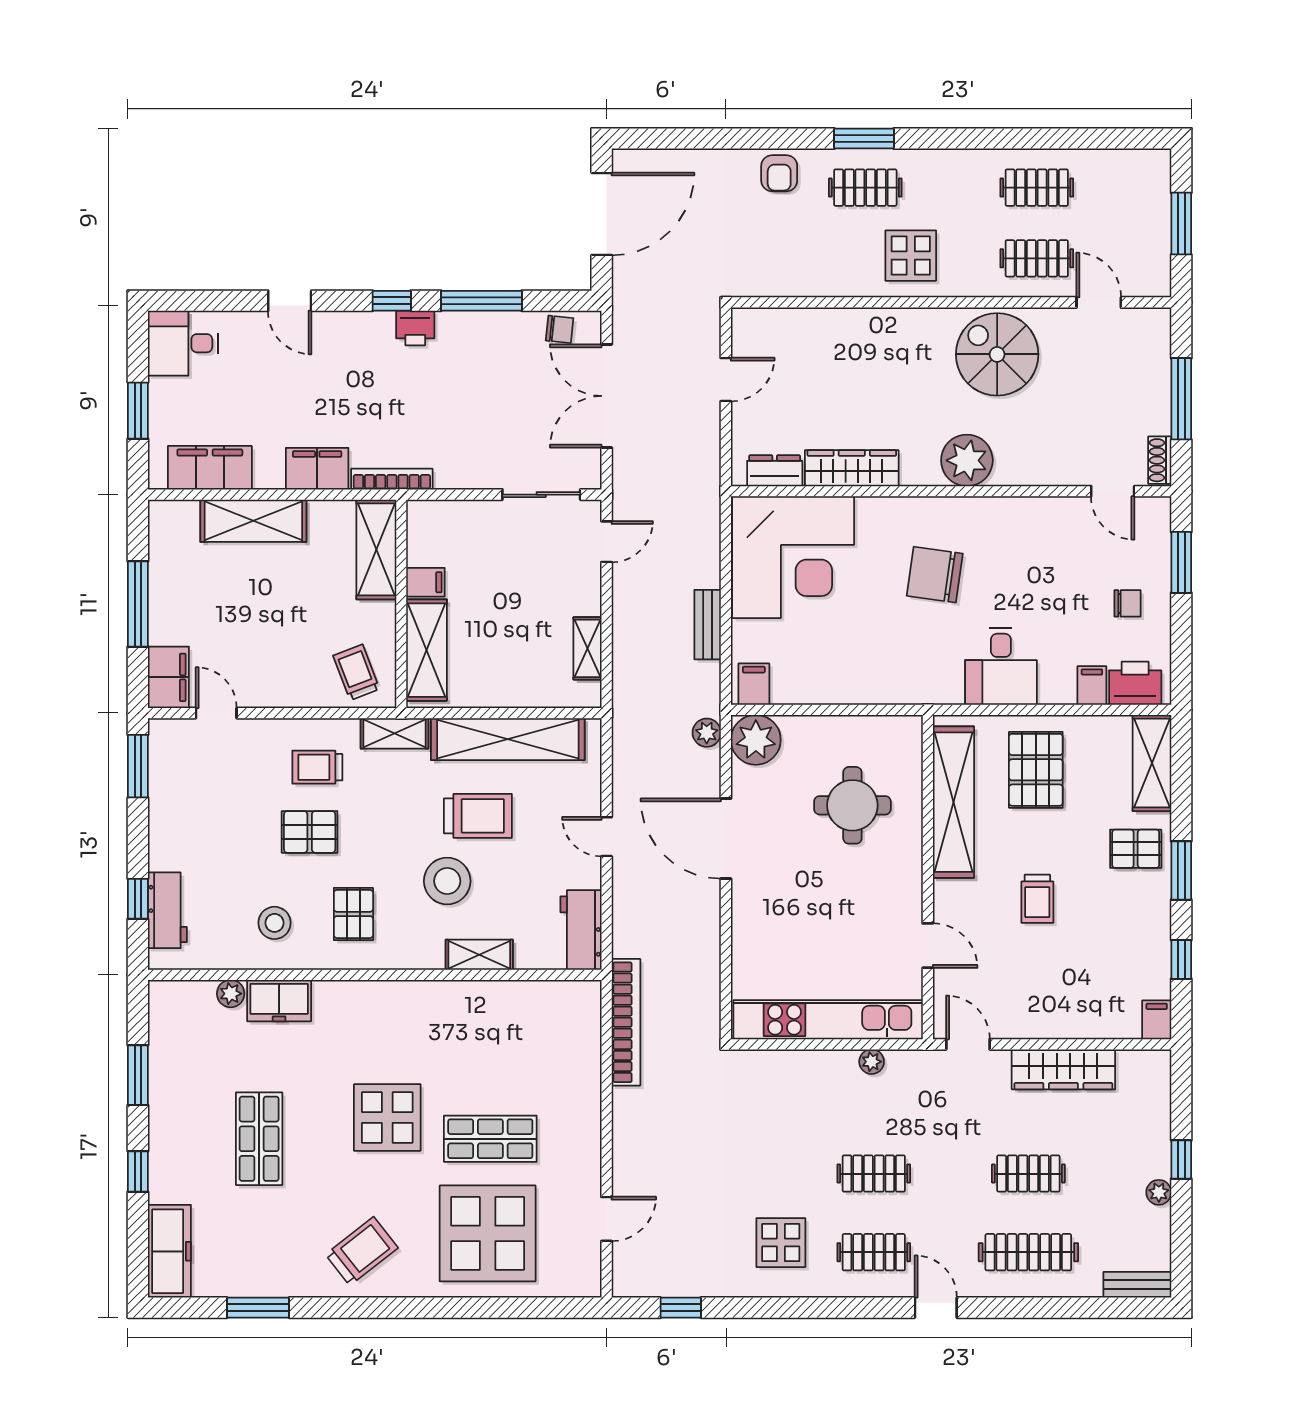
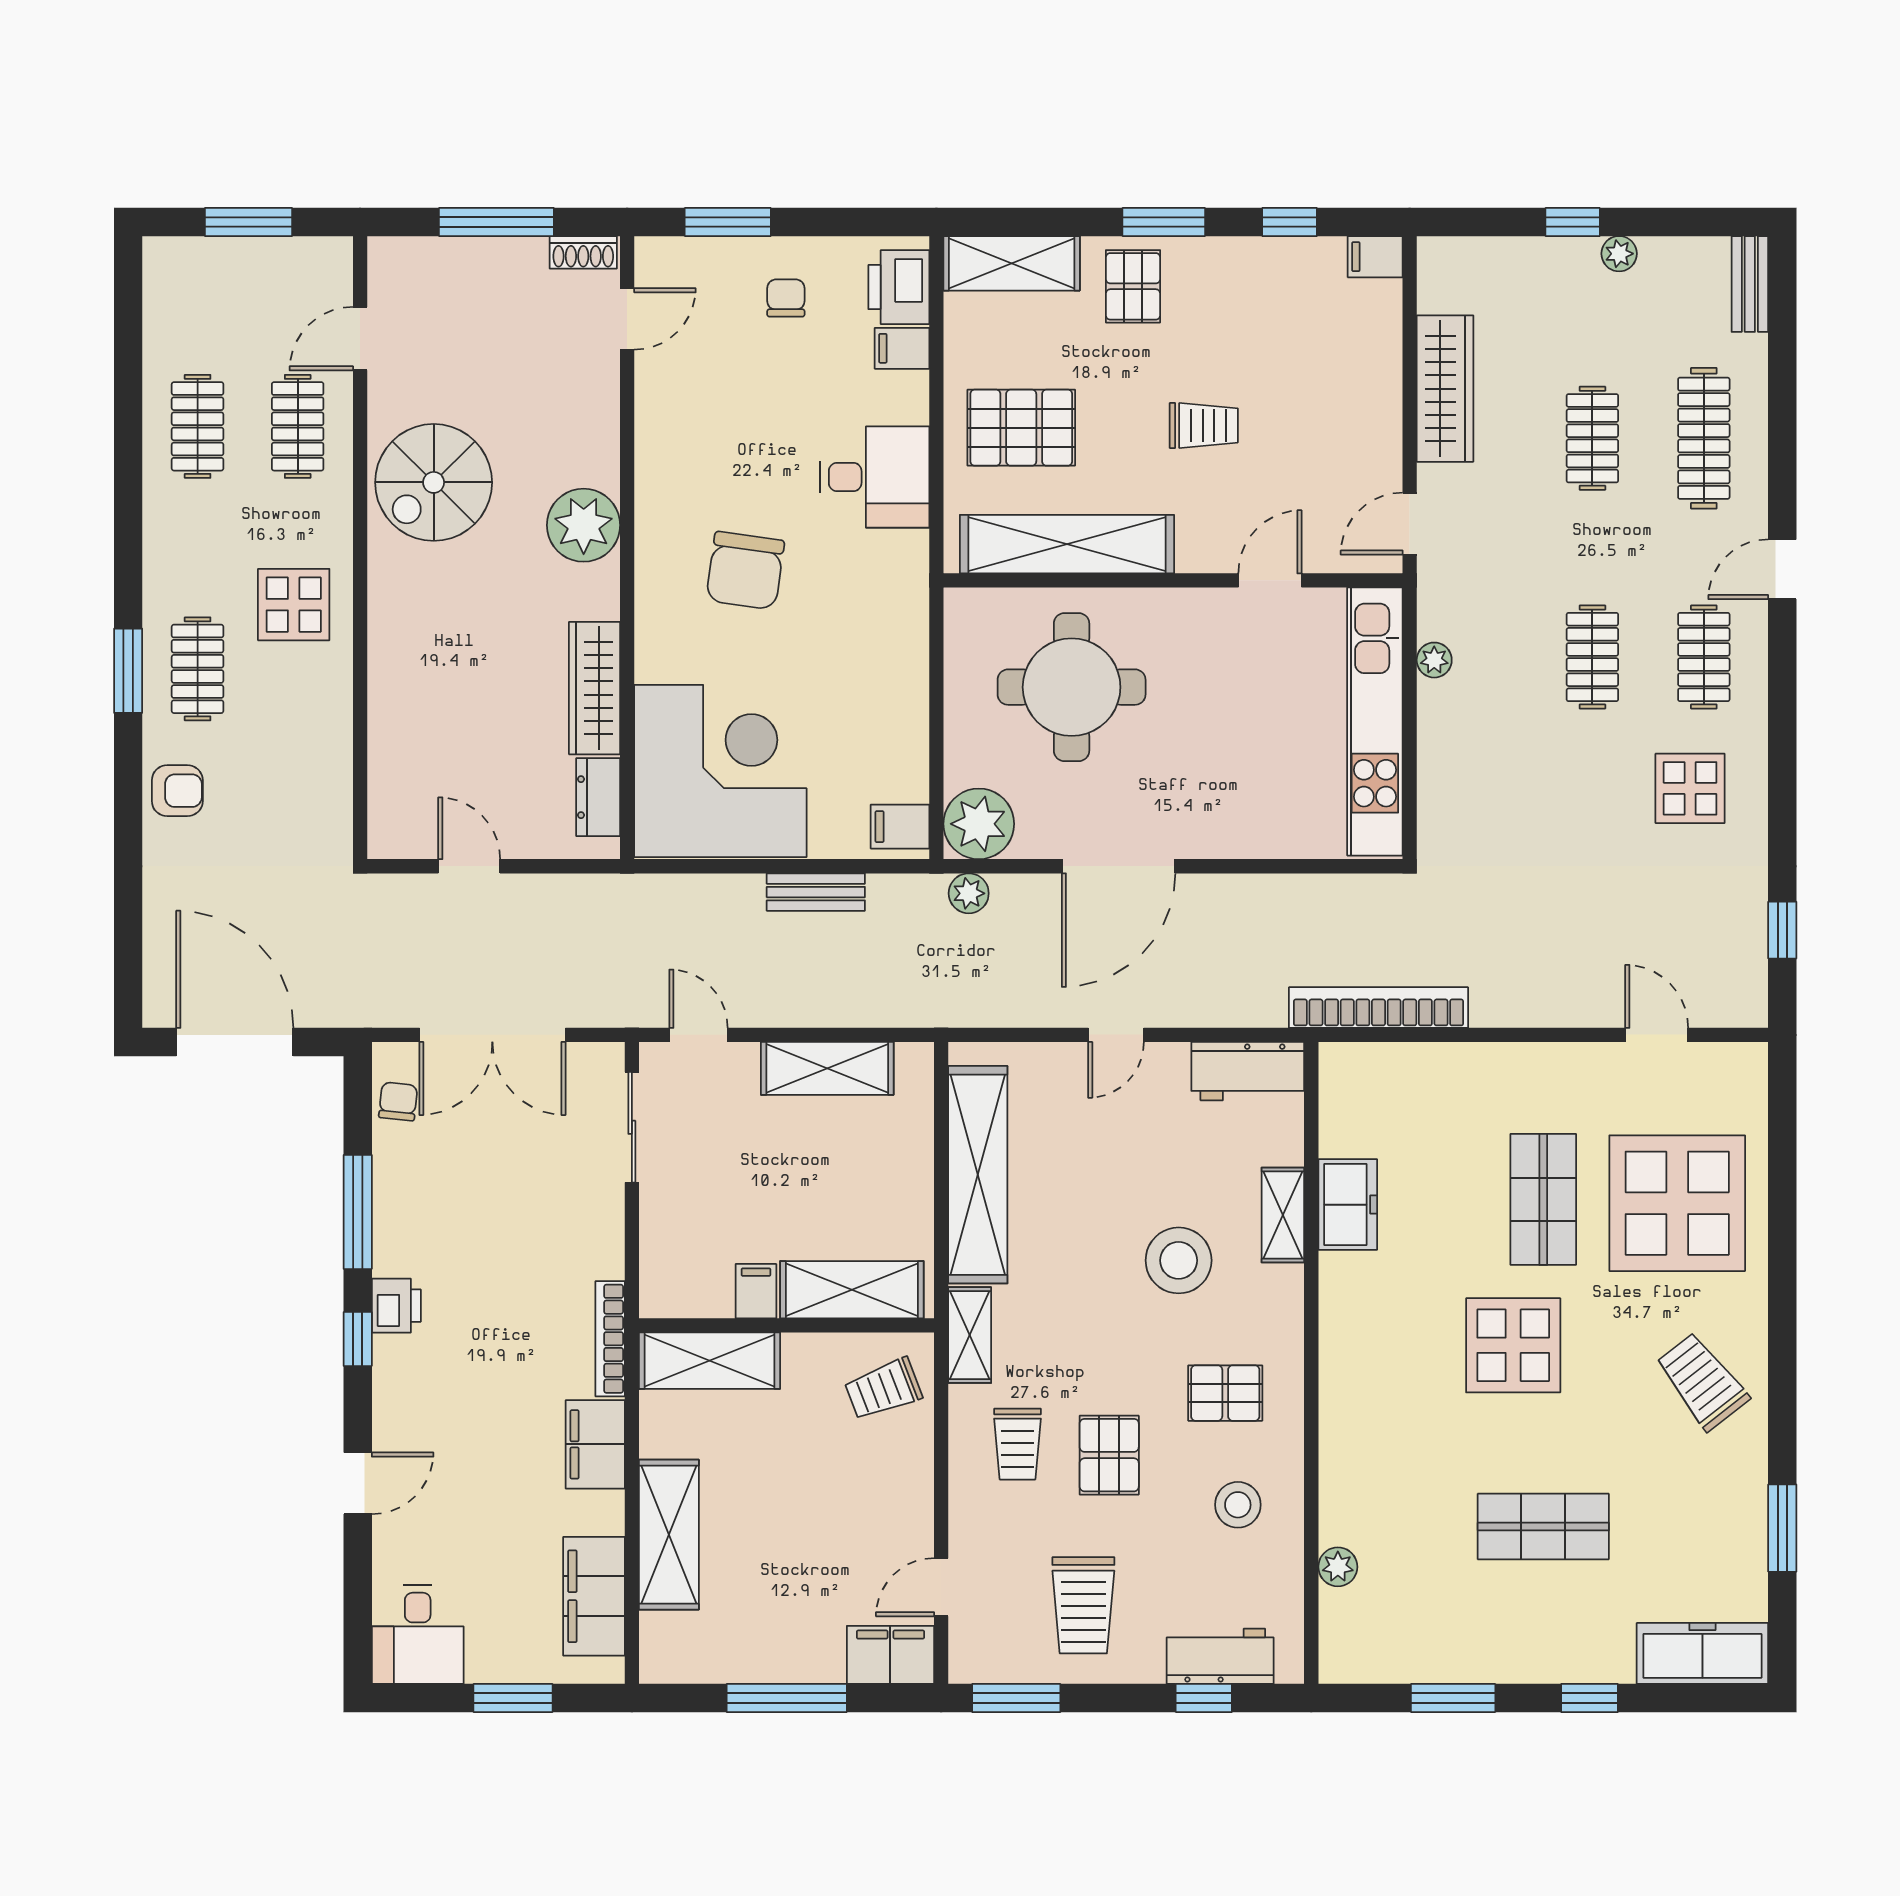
shelving: (588, 648) -> (827, 1068), width x1.50, depth x1.33
round table: (852, 805) -> (1072, 687), width x1.36, depth x1.36
trolley: (478, 816) -> (1083, 1605), moved, turned 180
freezer: (279, 1001) -> (1348, 1205), moved

